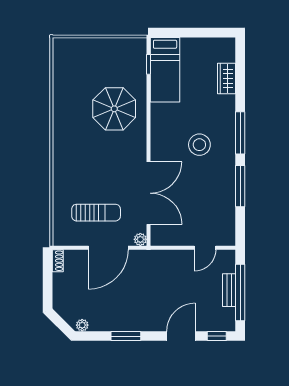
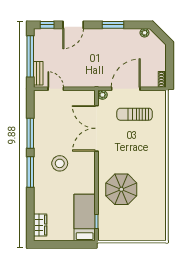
wardrobe: (226, 79) -> (40, 225), moved
door: (205, 248) -> (56, 89), hinge flipped
bench: (229, 290) -> (38, 73), moved

